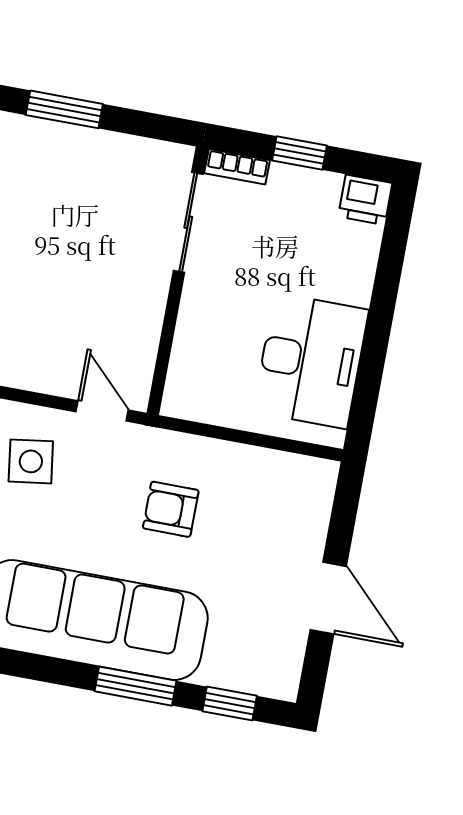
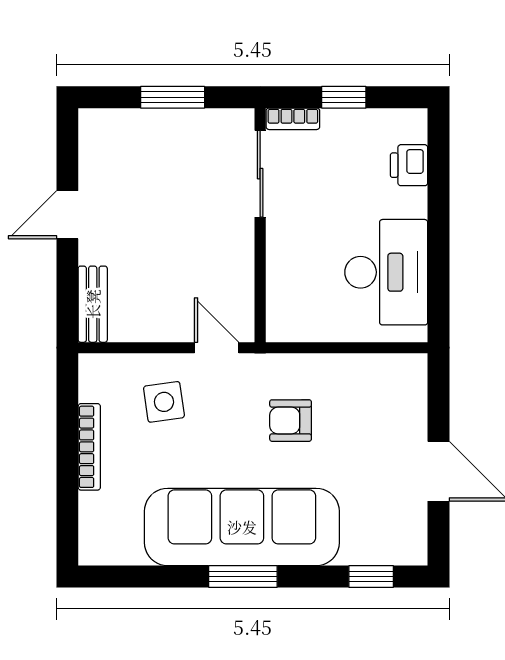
window: (64, 109) -> (173, 97), moved
printer: (365, 200) -> (409, 165), moved, turned 90
window: (136, 686) -> (243, 576), moved

